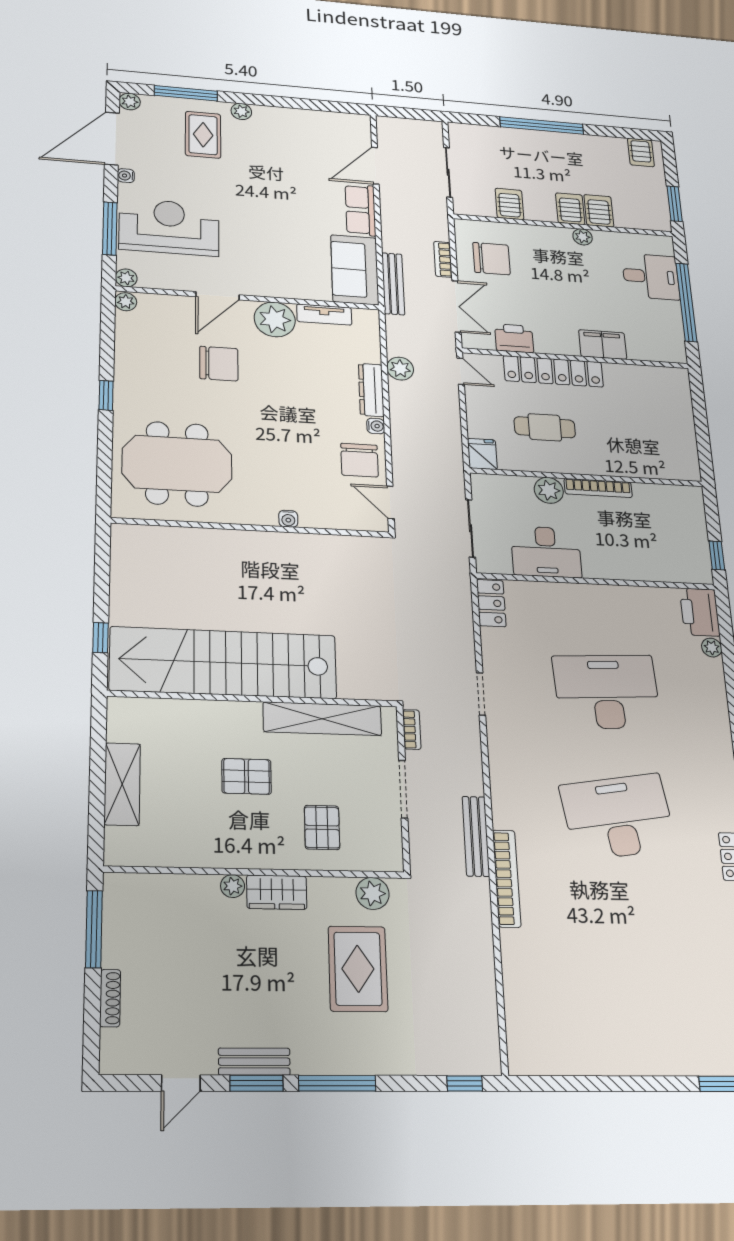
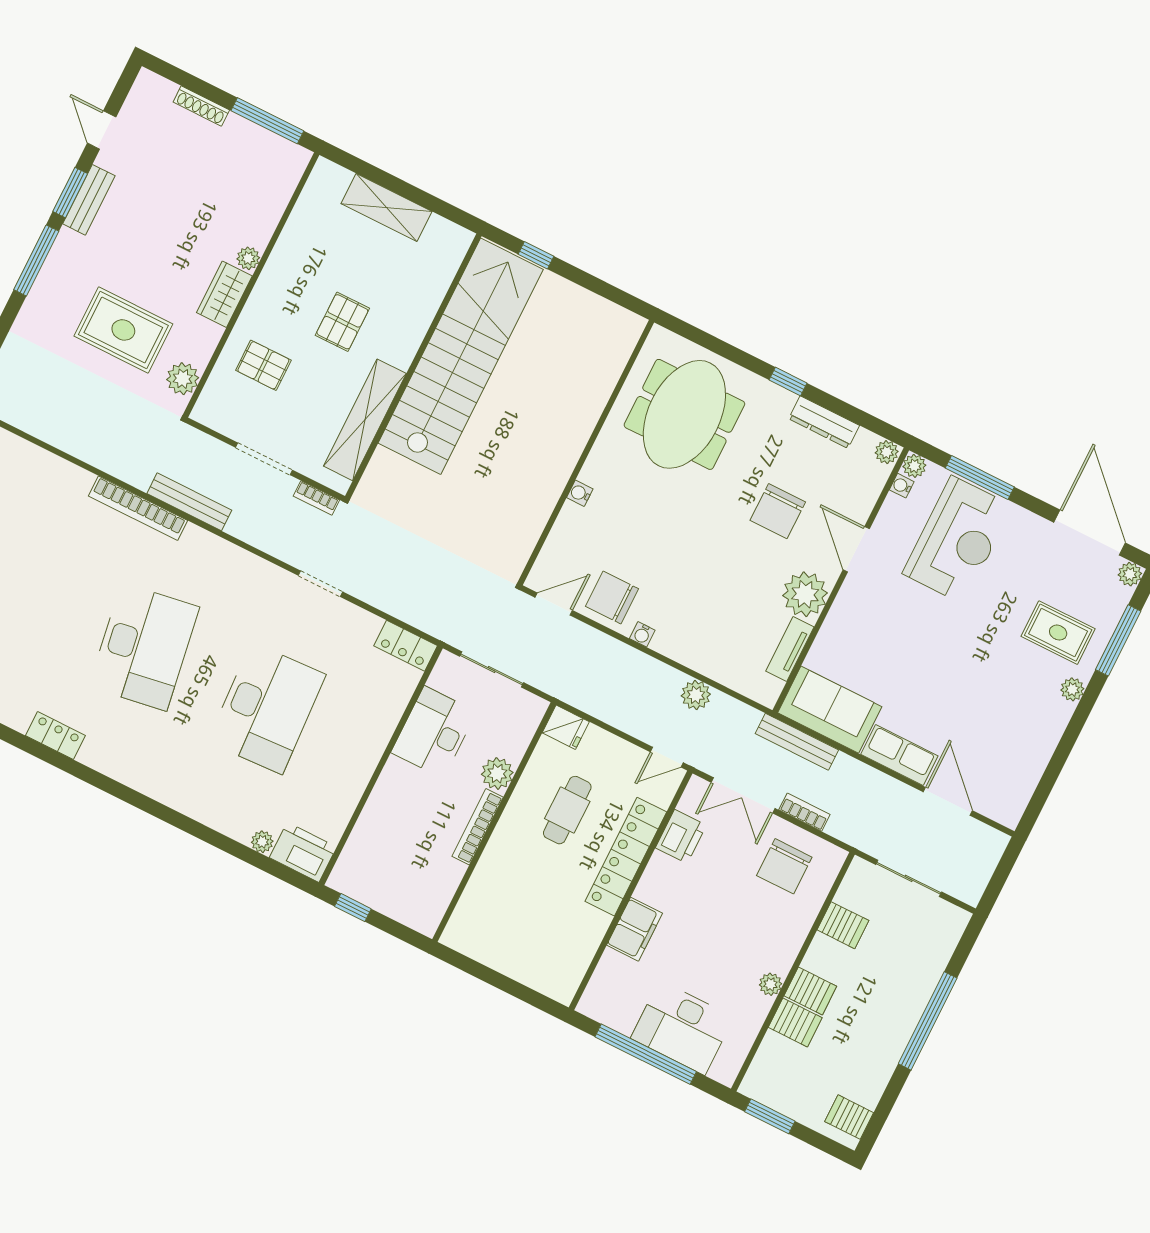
water cooler: (126, 176) -> (902, 486), moved, turned -90
desk: (651, 276) -> (682, 1028), width x1.37
dresser: (371, 390) -> (824, 422), moved, turned 180

